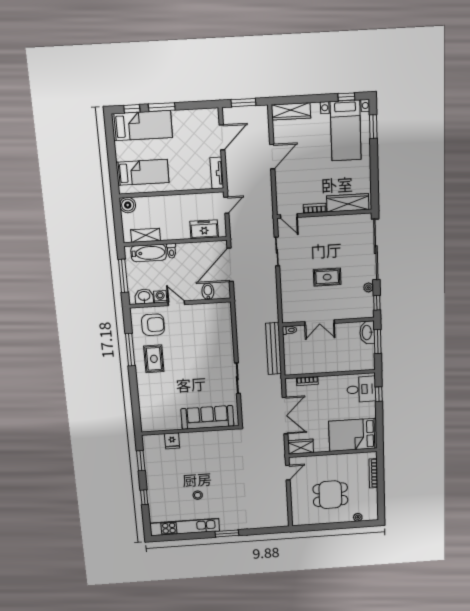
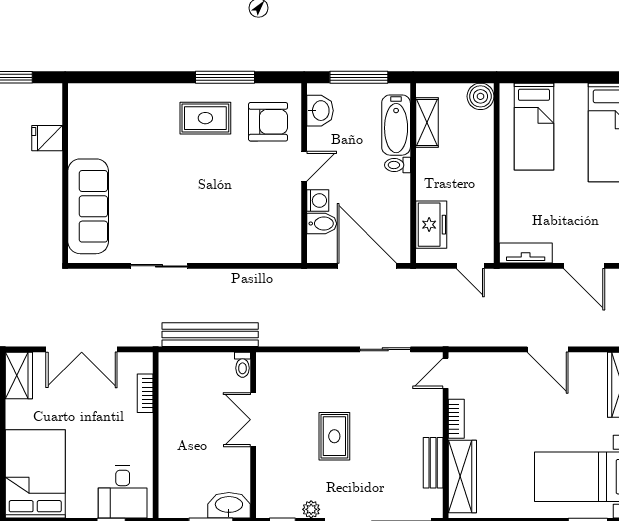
bench: (340, 220) -> (433, 463), added
washing machine: (160, 297) -> (318, 201), moved
armchair: (153, 325) -> (268, 122), turned -90

